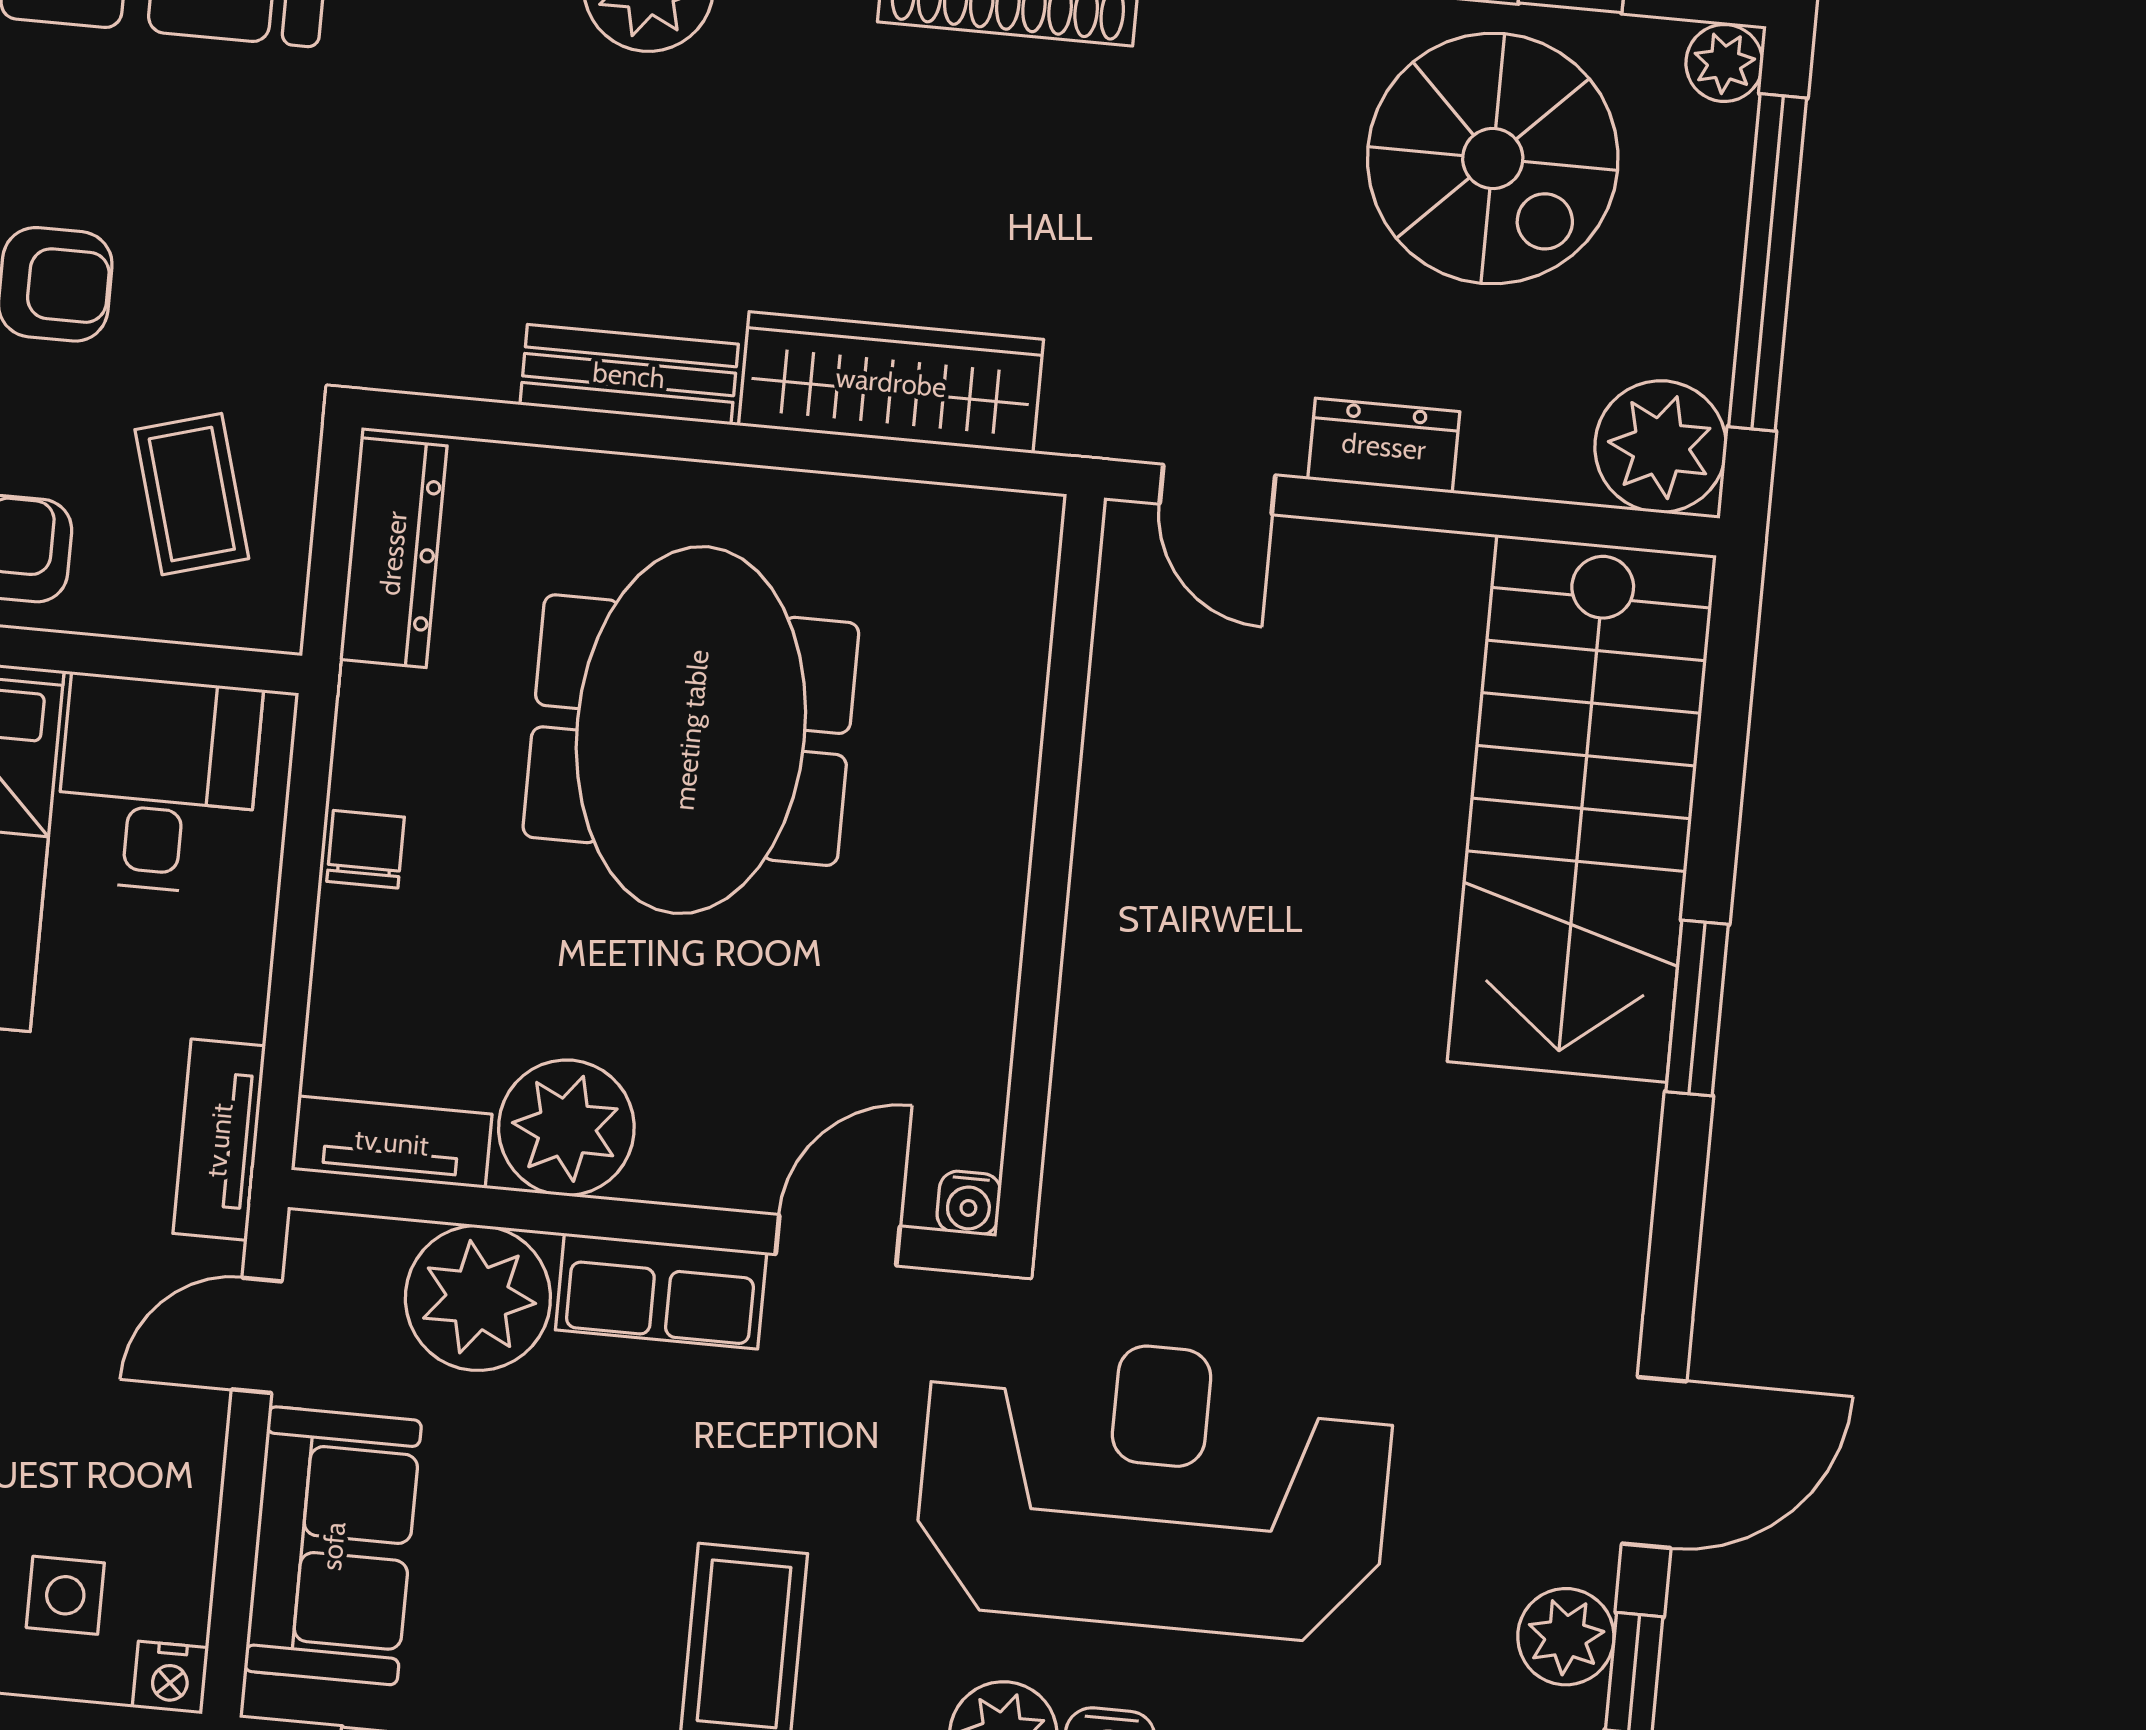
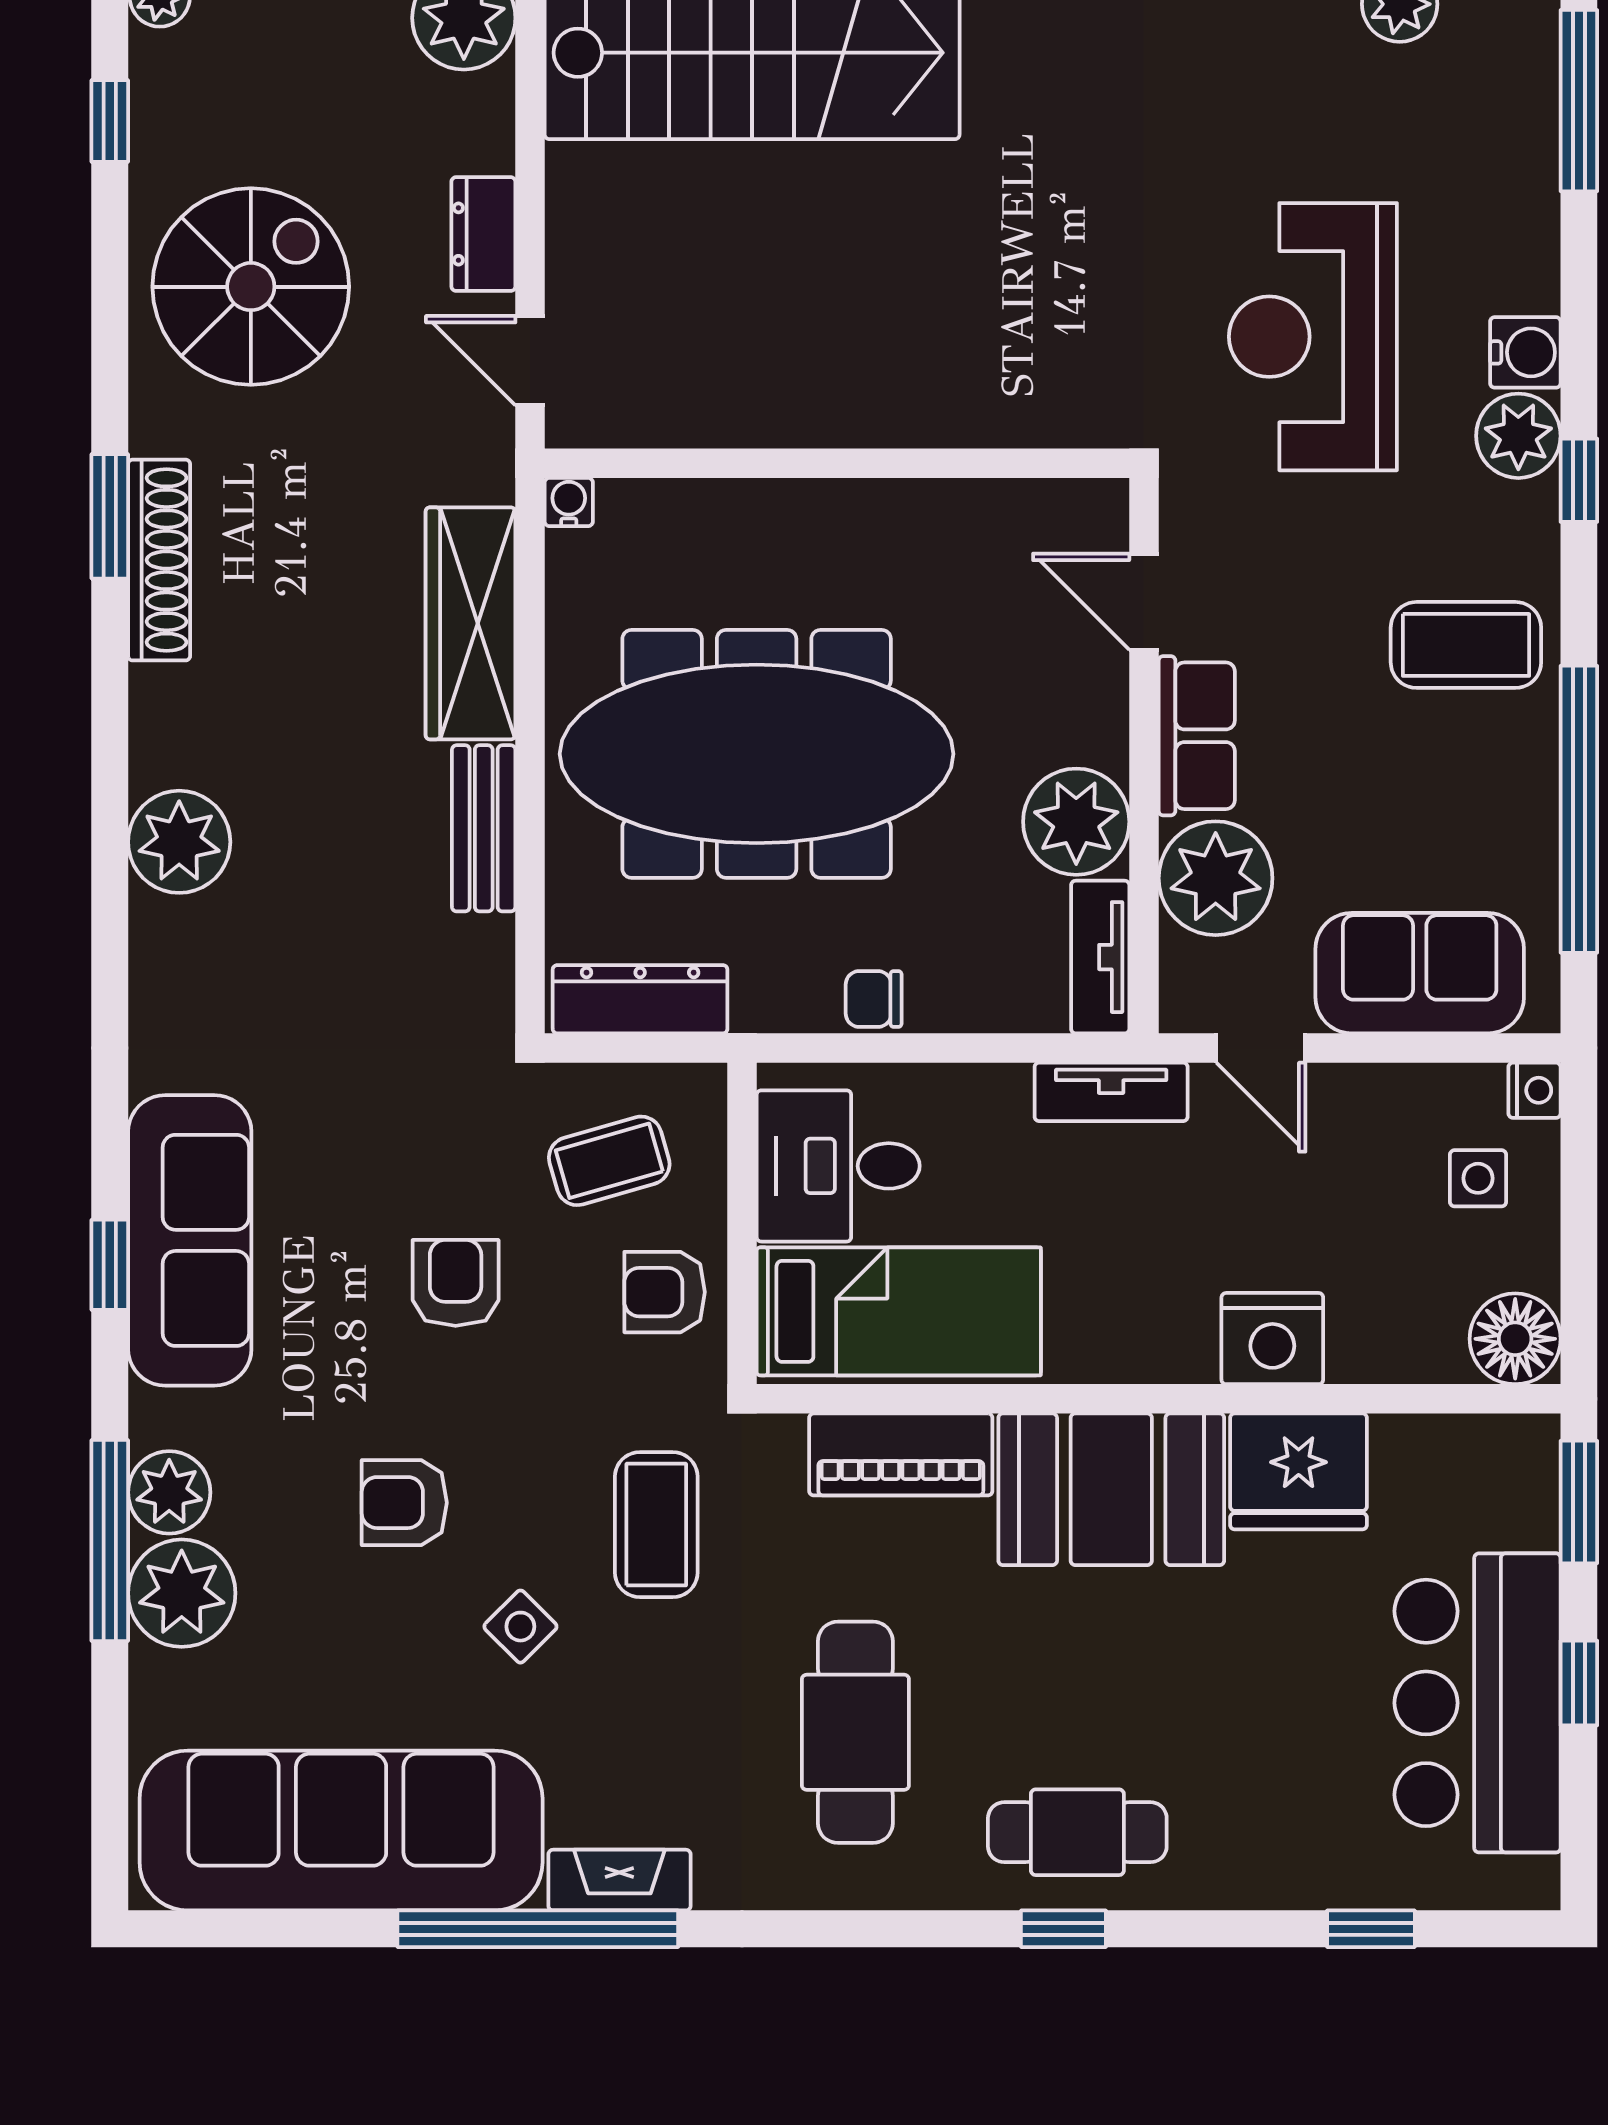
spiral stairs: (1493, 158) -> (251, 287), moved
door: (1217, 490) -> (530, 361), swing flipped
meeting table: (691, 730) -> (757, 754), width x1.36
water cooler: (969, 1203) -> (569, 502), moved, turned -90
reception desk: (1154, 1487) -> (1313, 337), width x0.74, depth x0.77

